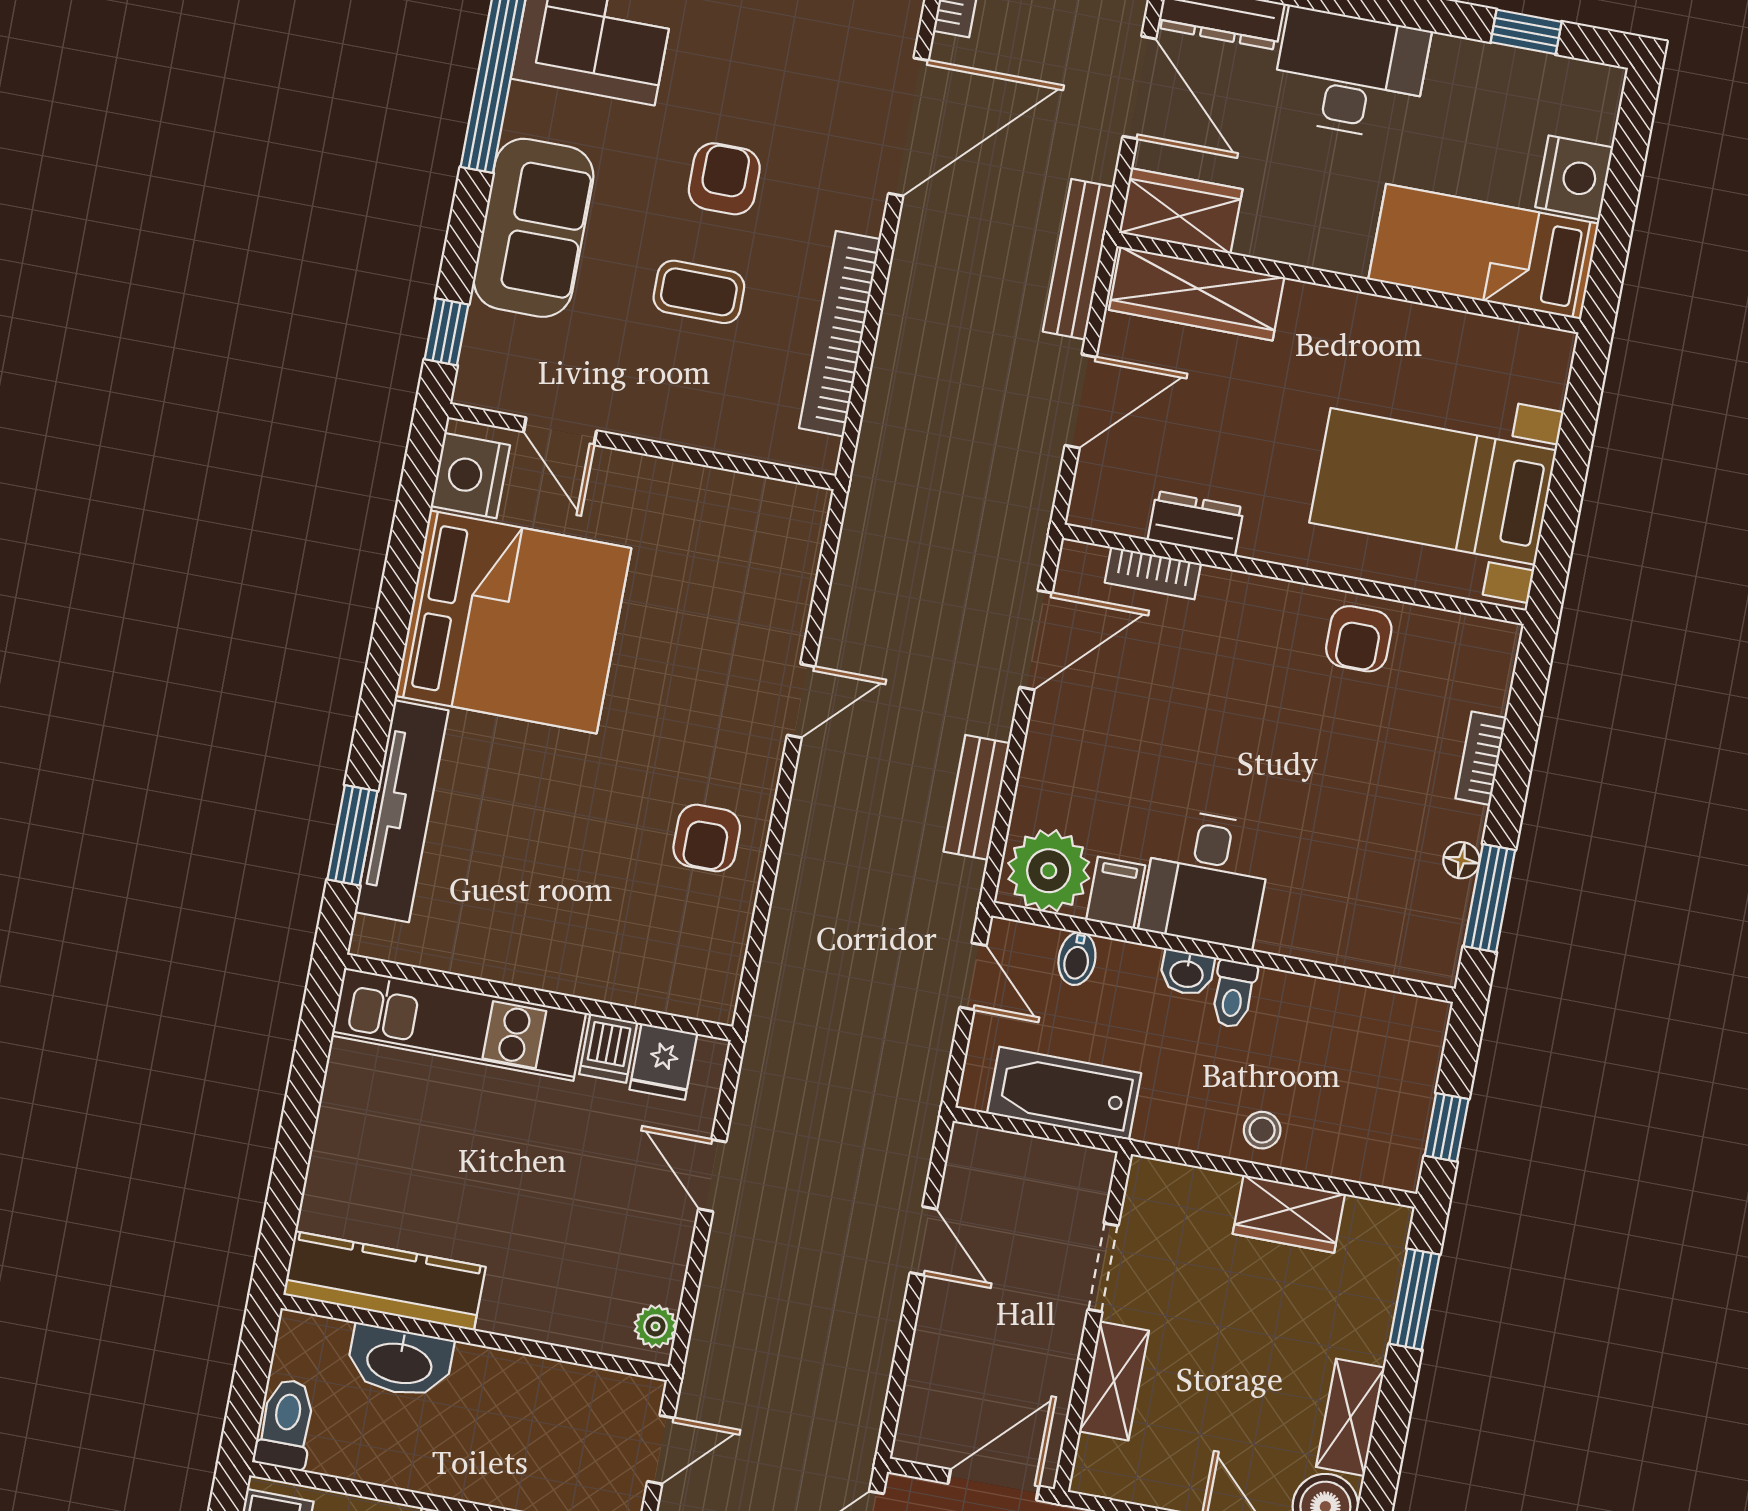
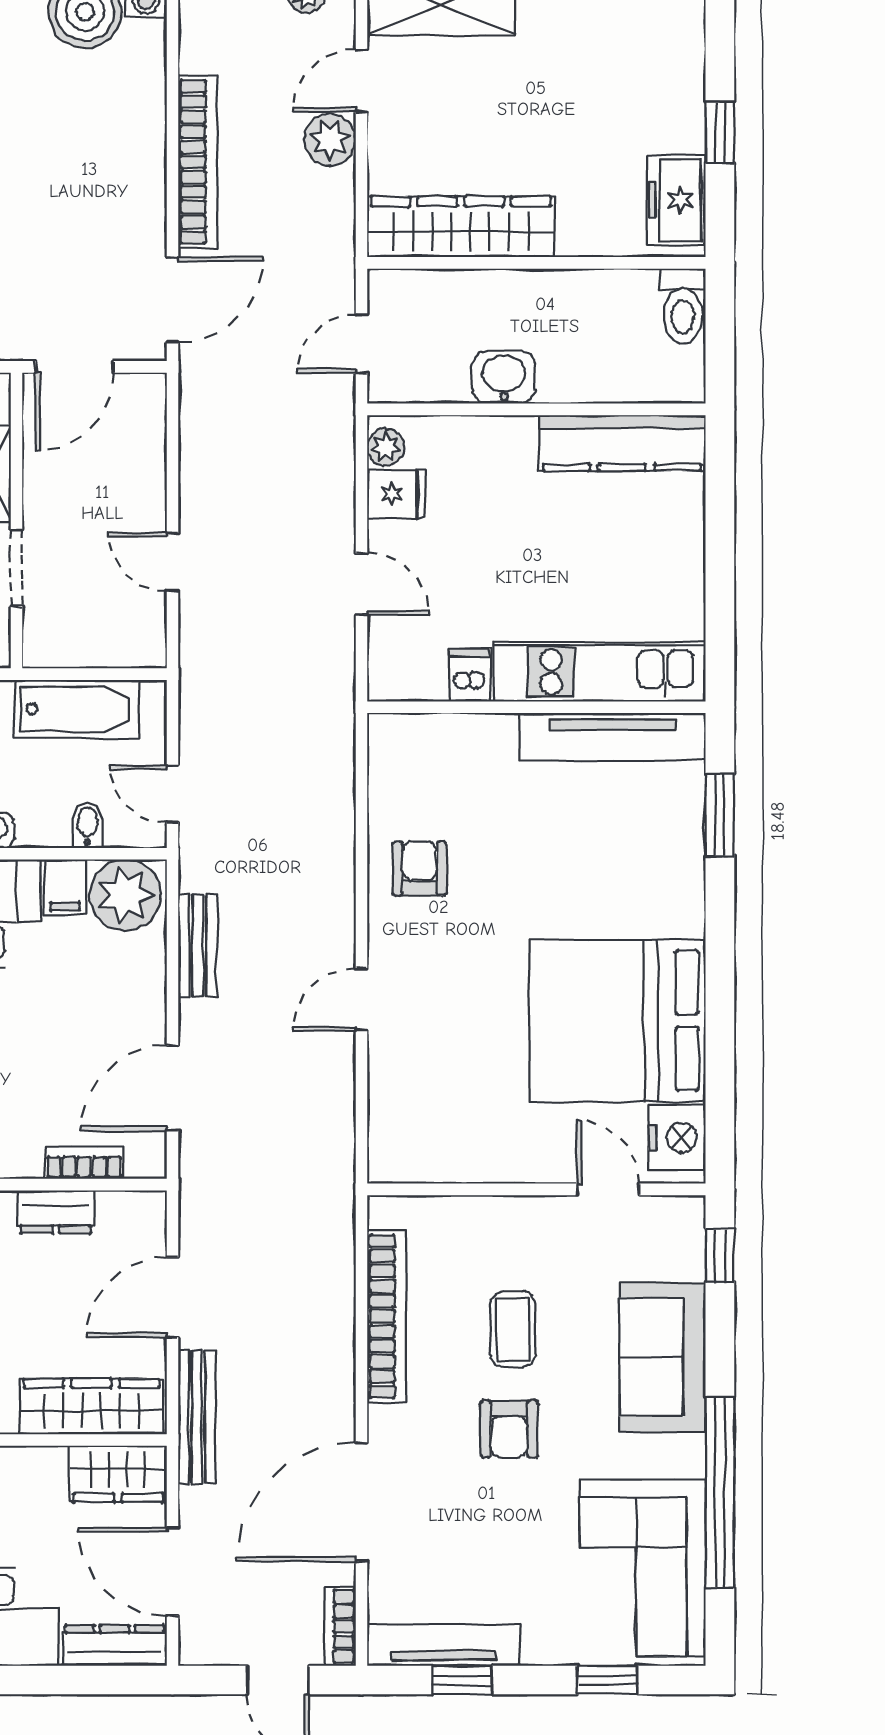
coffee table: (699, 292) -> (513, 1329), turned 90
tv unit: (402, 811) -> (613, 737), moved, turned -90
fridge: (663, 1062) -> (396, 494), moved, turned 90
washbasin: (400, 1362) -> (504, 377), moved, width x0.72

